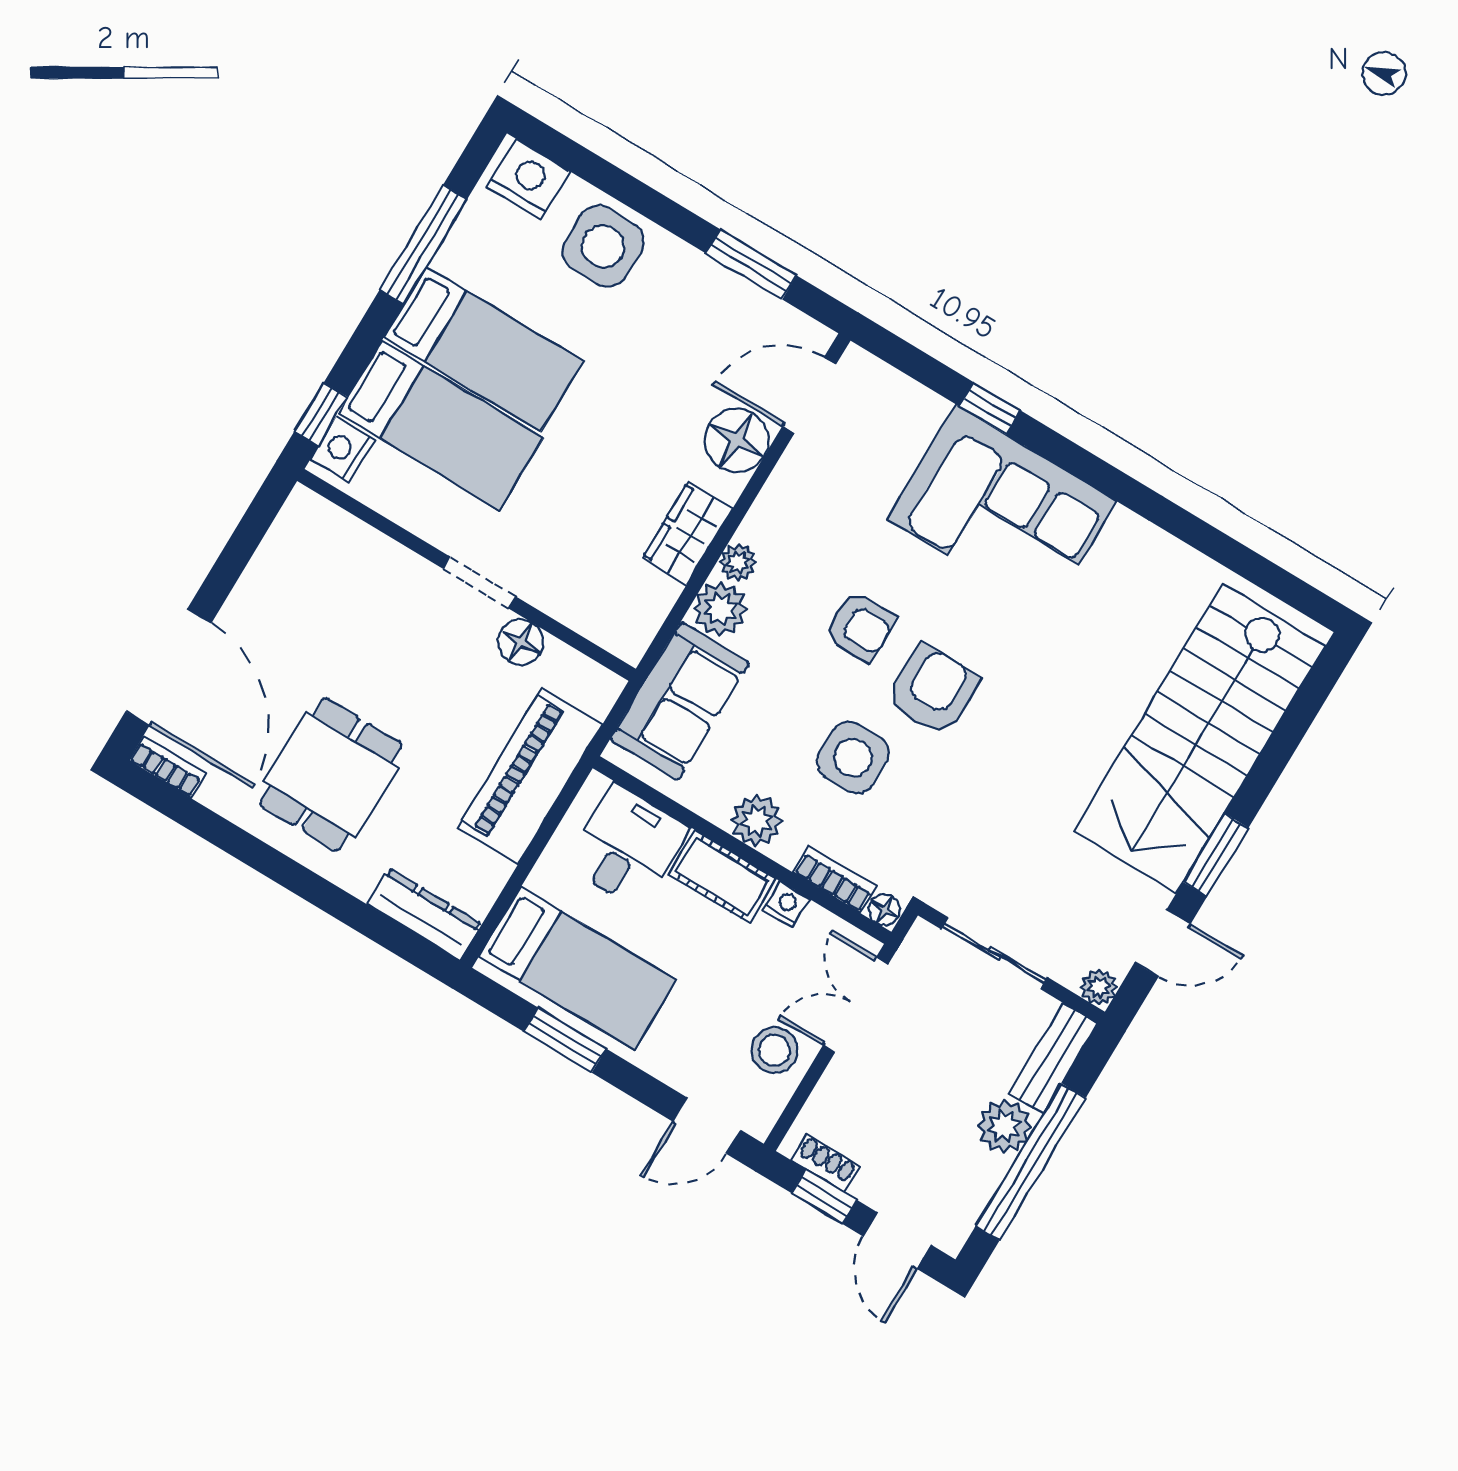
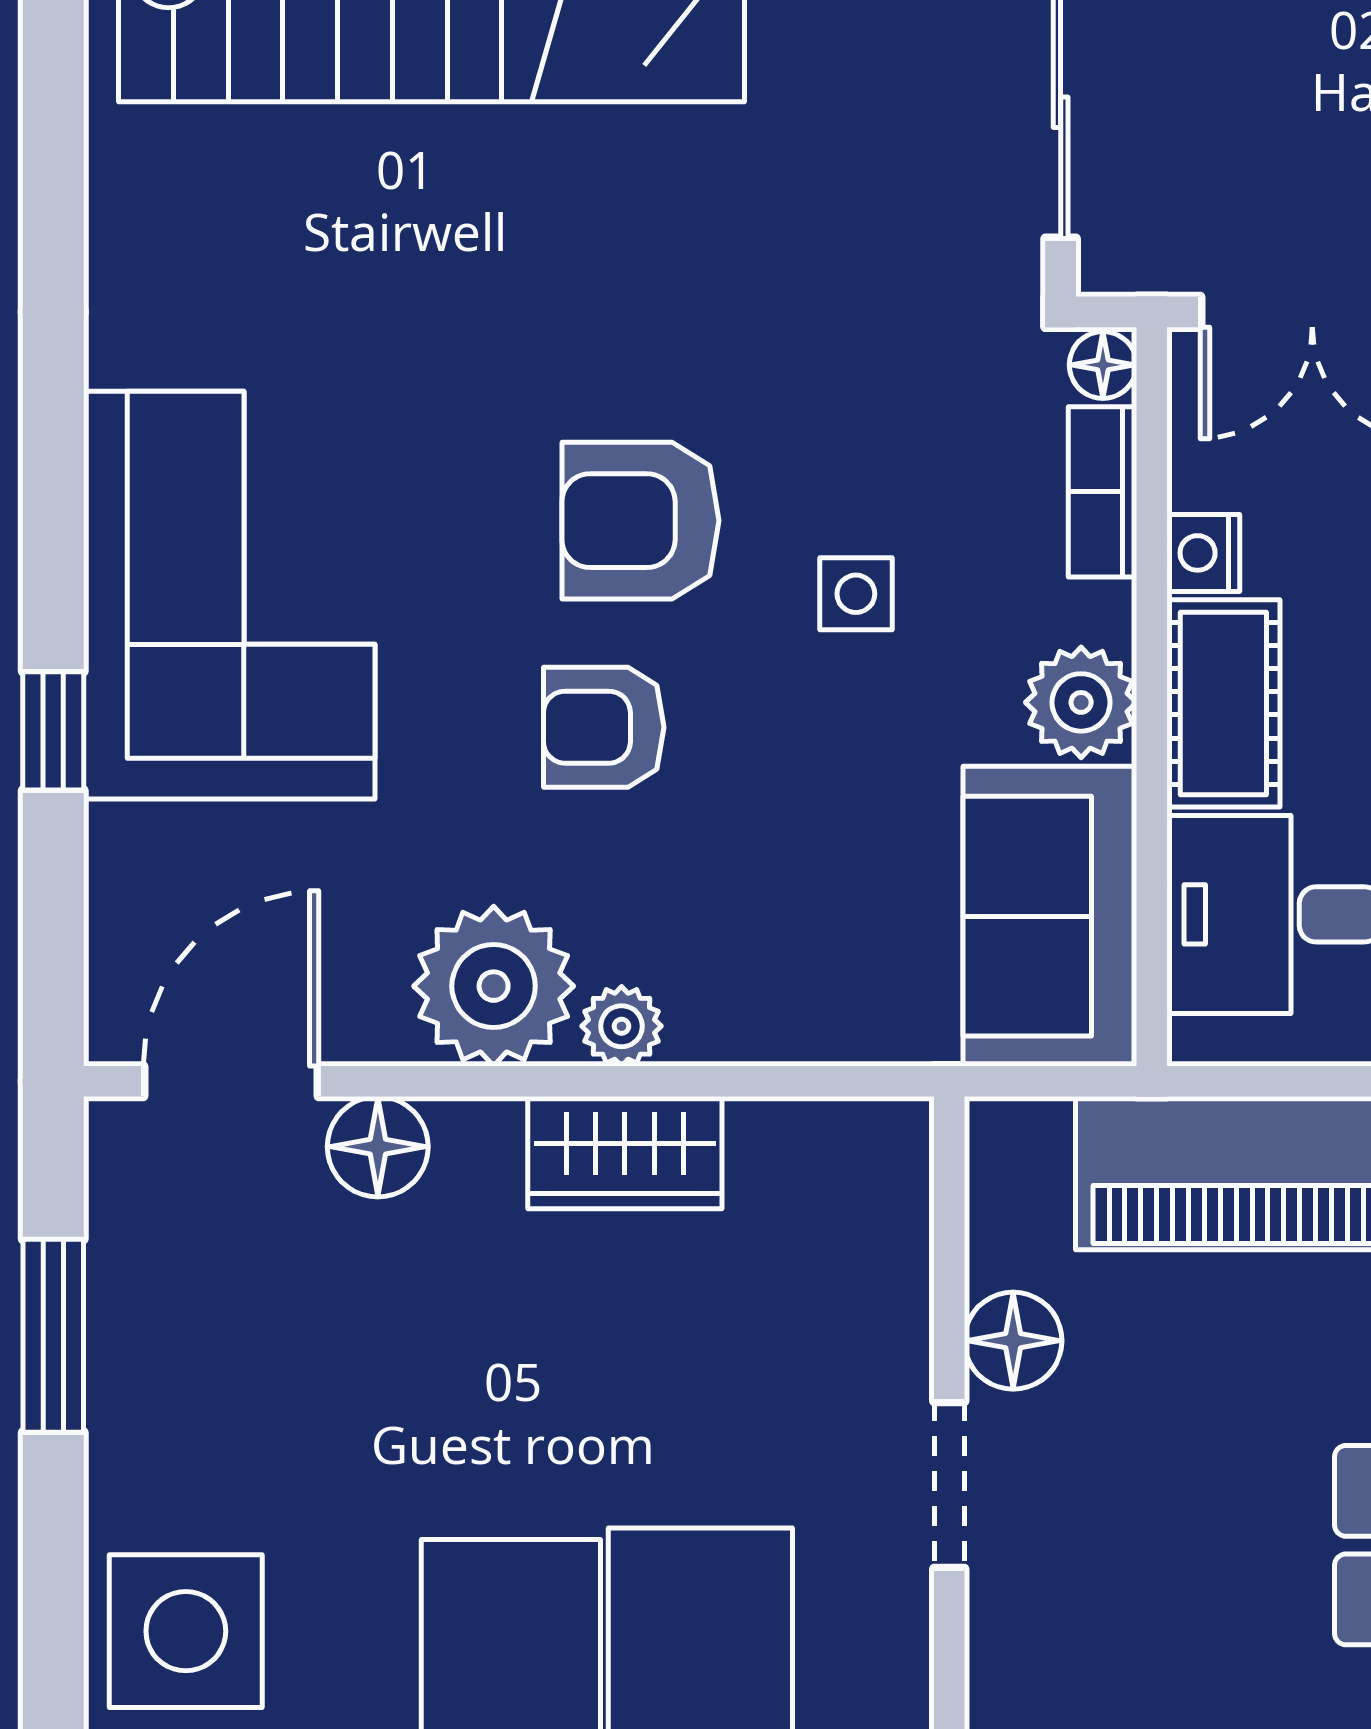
door: (809, 395) -> (231, 1081), swing flipped
floor lamp: (737, 440) -> (378, 1147), width x0.73, depth x0.73
plant: (720, 609) -> (494, 986), moved, width x1.36, depth x1.36
armchair: (860, 626) -> (604, 727), turned -90
sofa: (680, 701) -> (1050, 916), moved, turned -90
side table: (853, 758) -> (856, 594), width x0.54, depth x0.54

